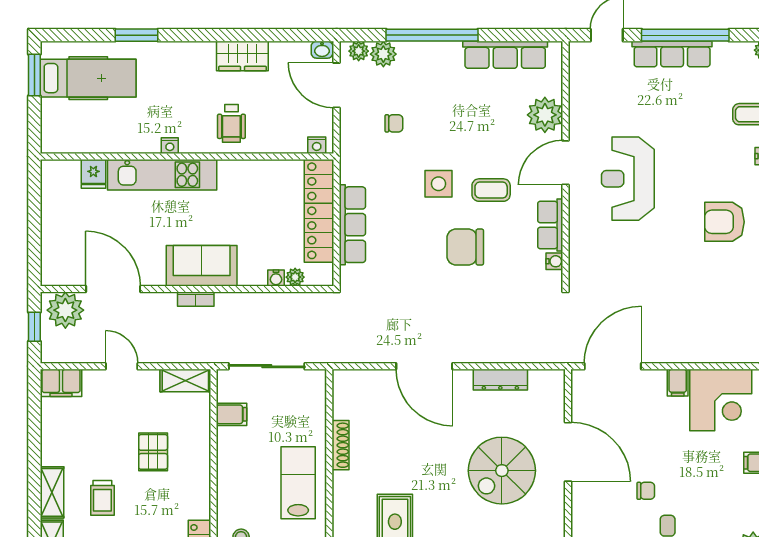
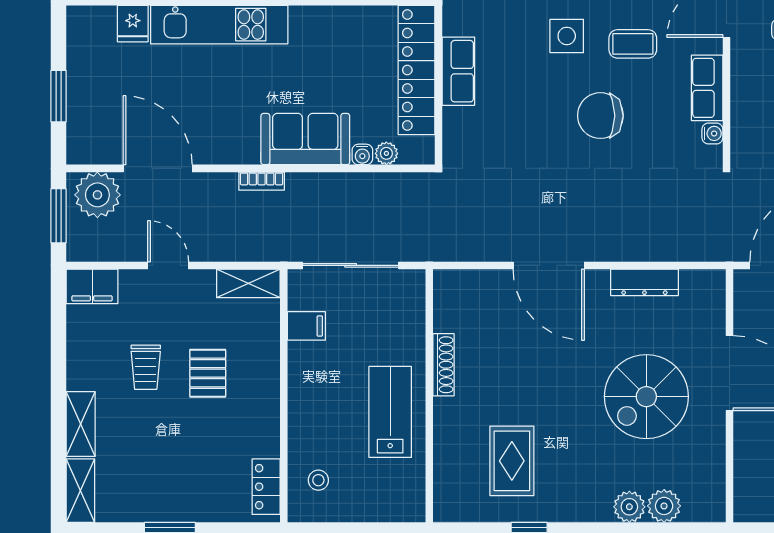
row of seats: (352, 225) -> (458, 71), width x0.68
window: (34, 232) -> (59, 96), added
sofa: (202, 266) -> (305, 139), moved
window: (34, 327) -> (59, 216), width x1.50
trolley: (102, 498) -> (146, 367), moved

